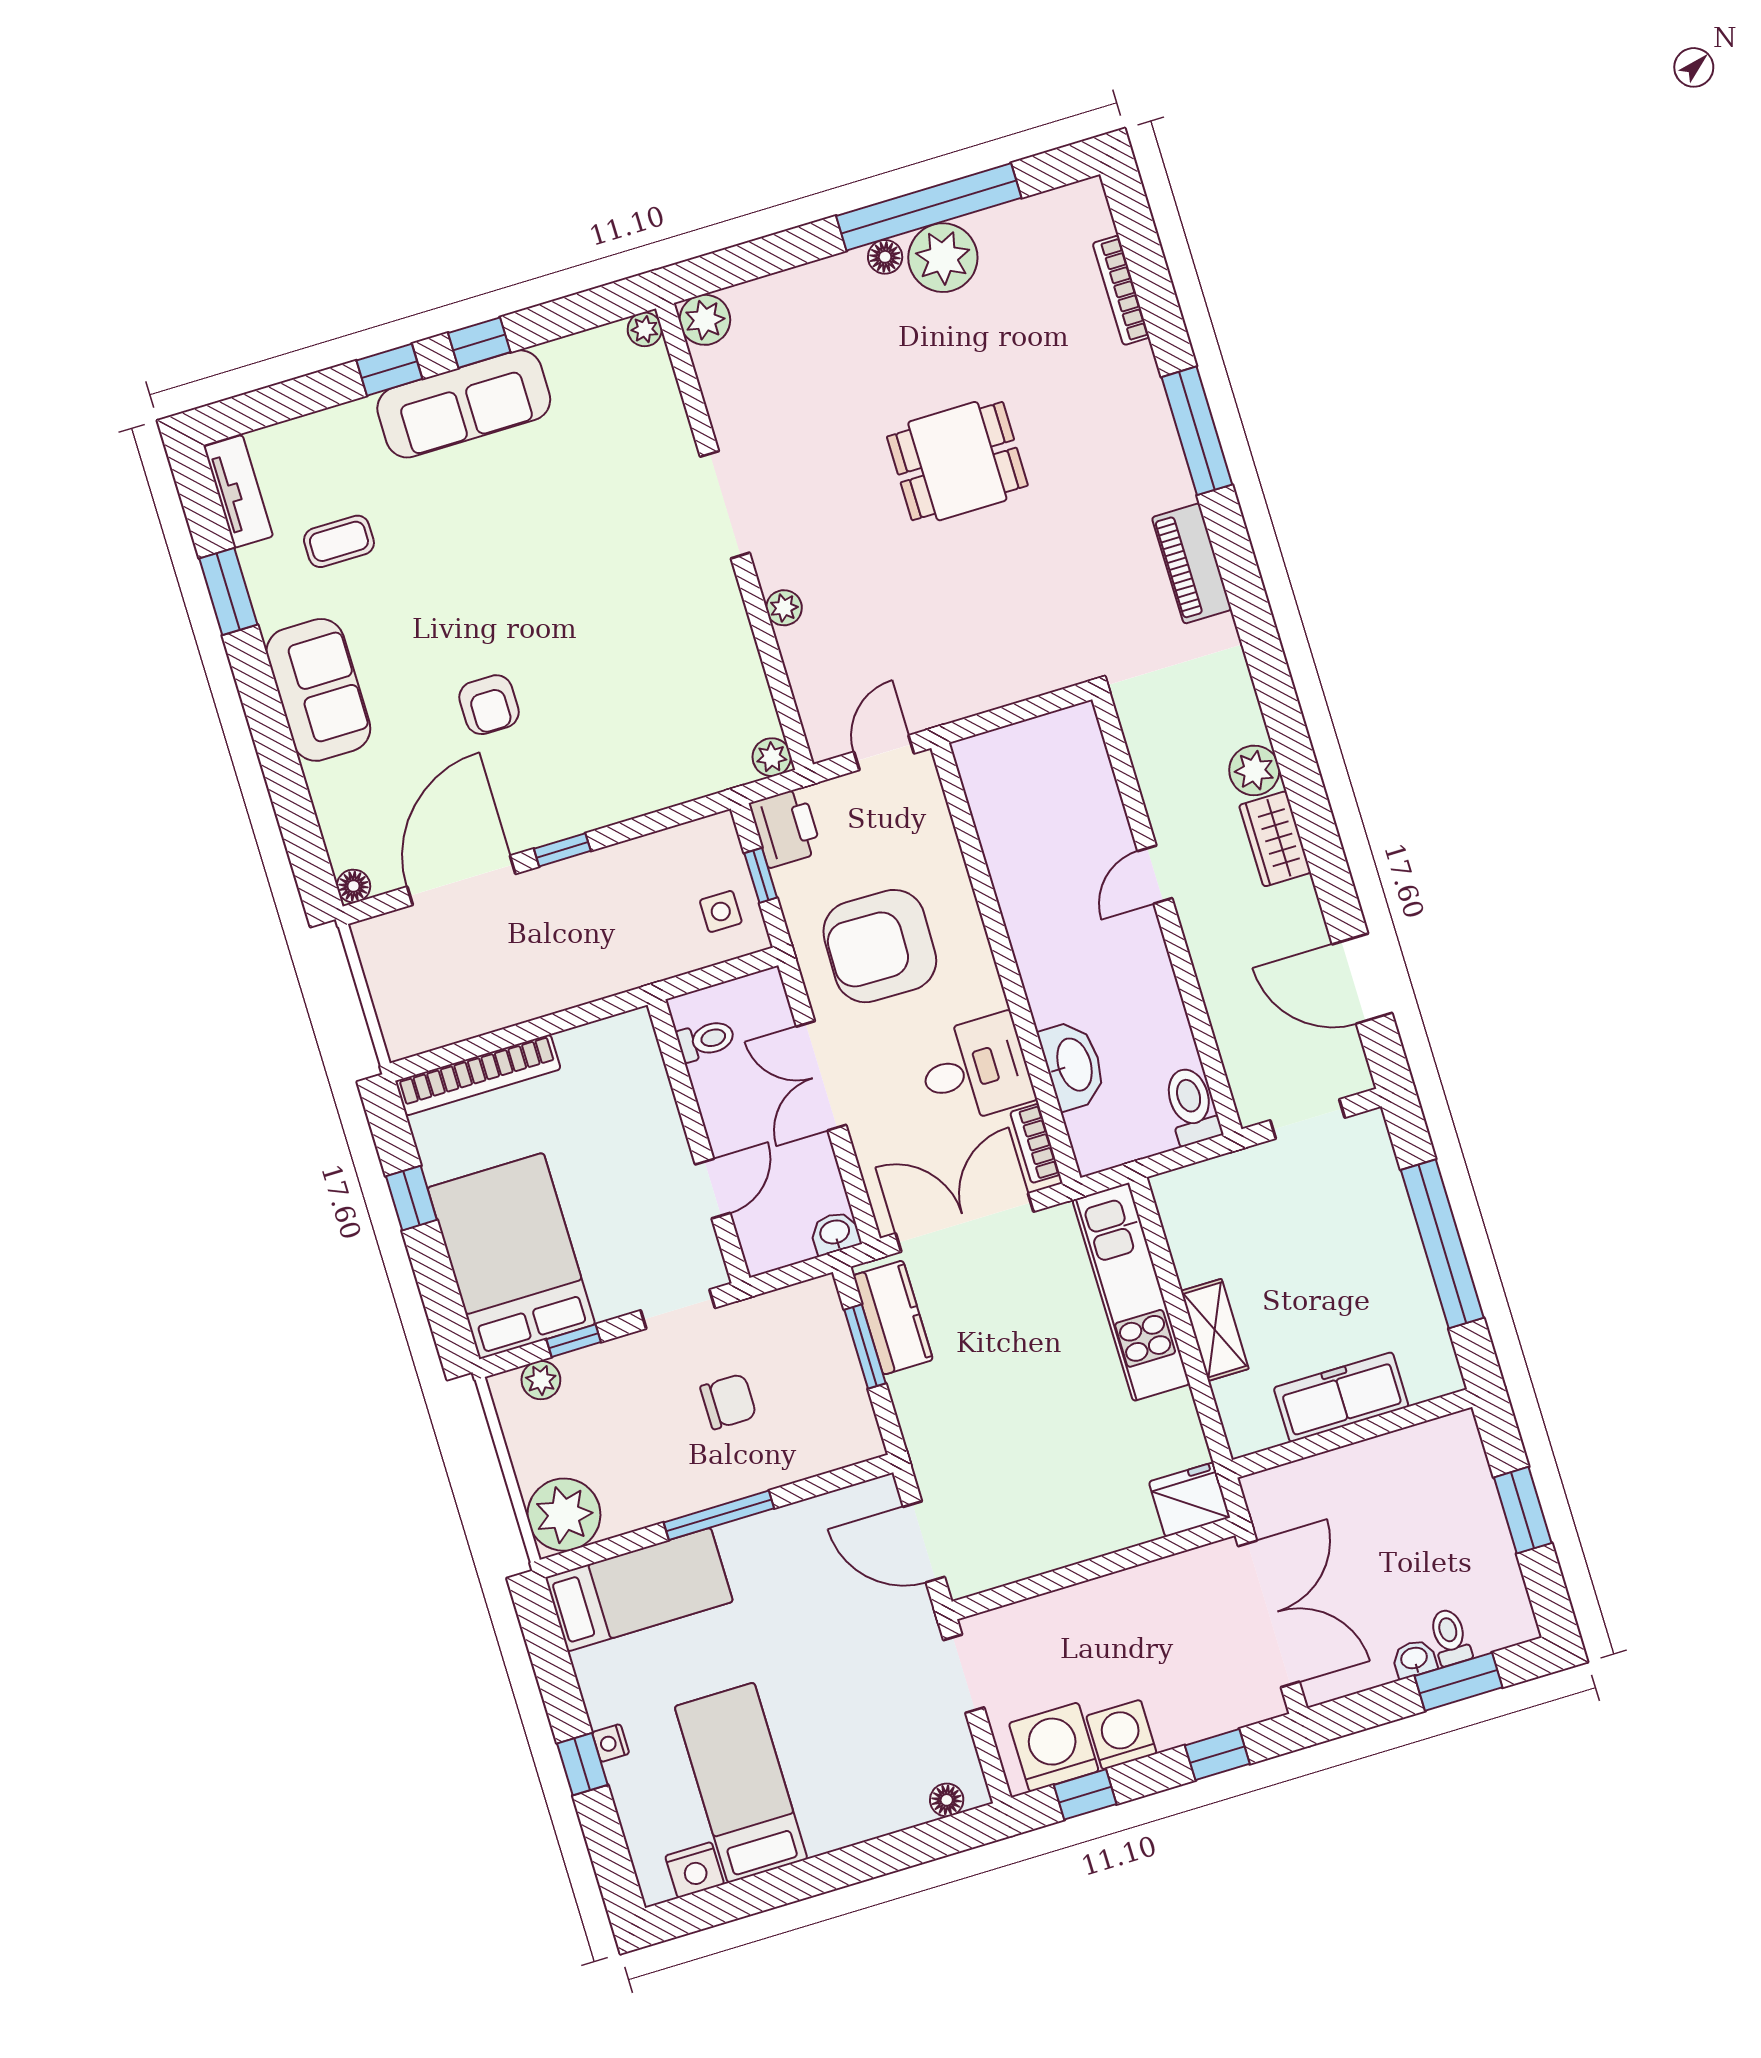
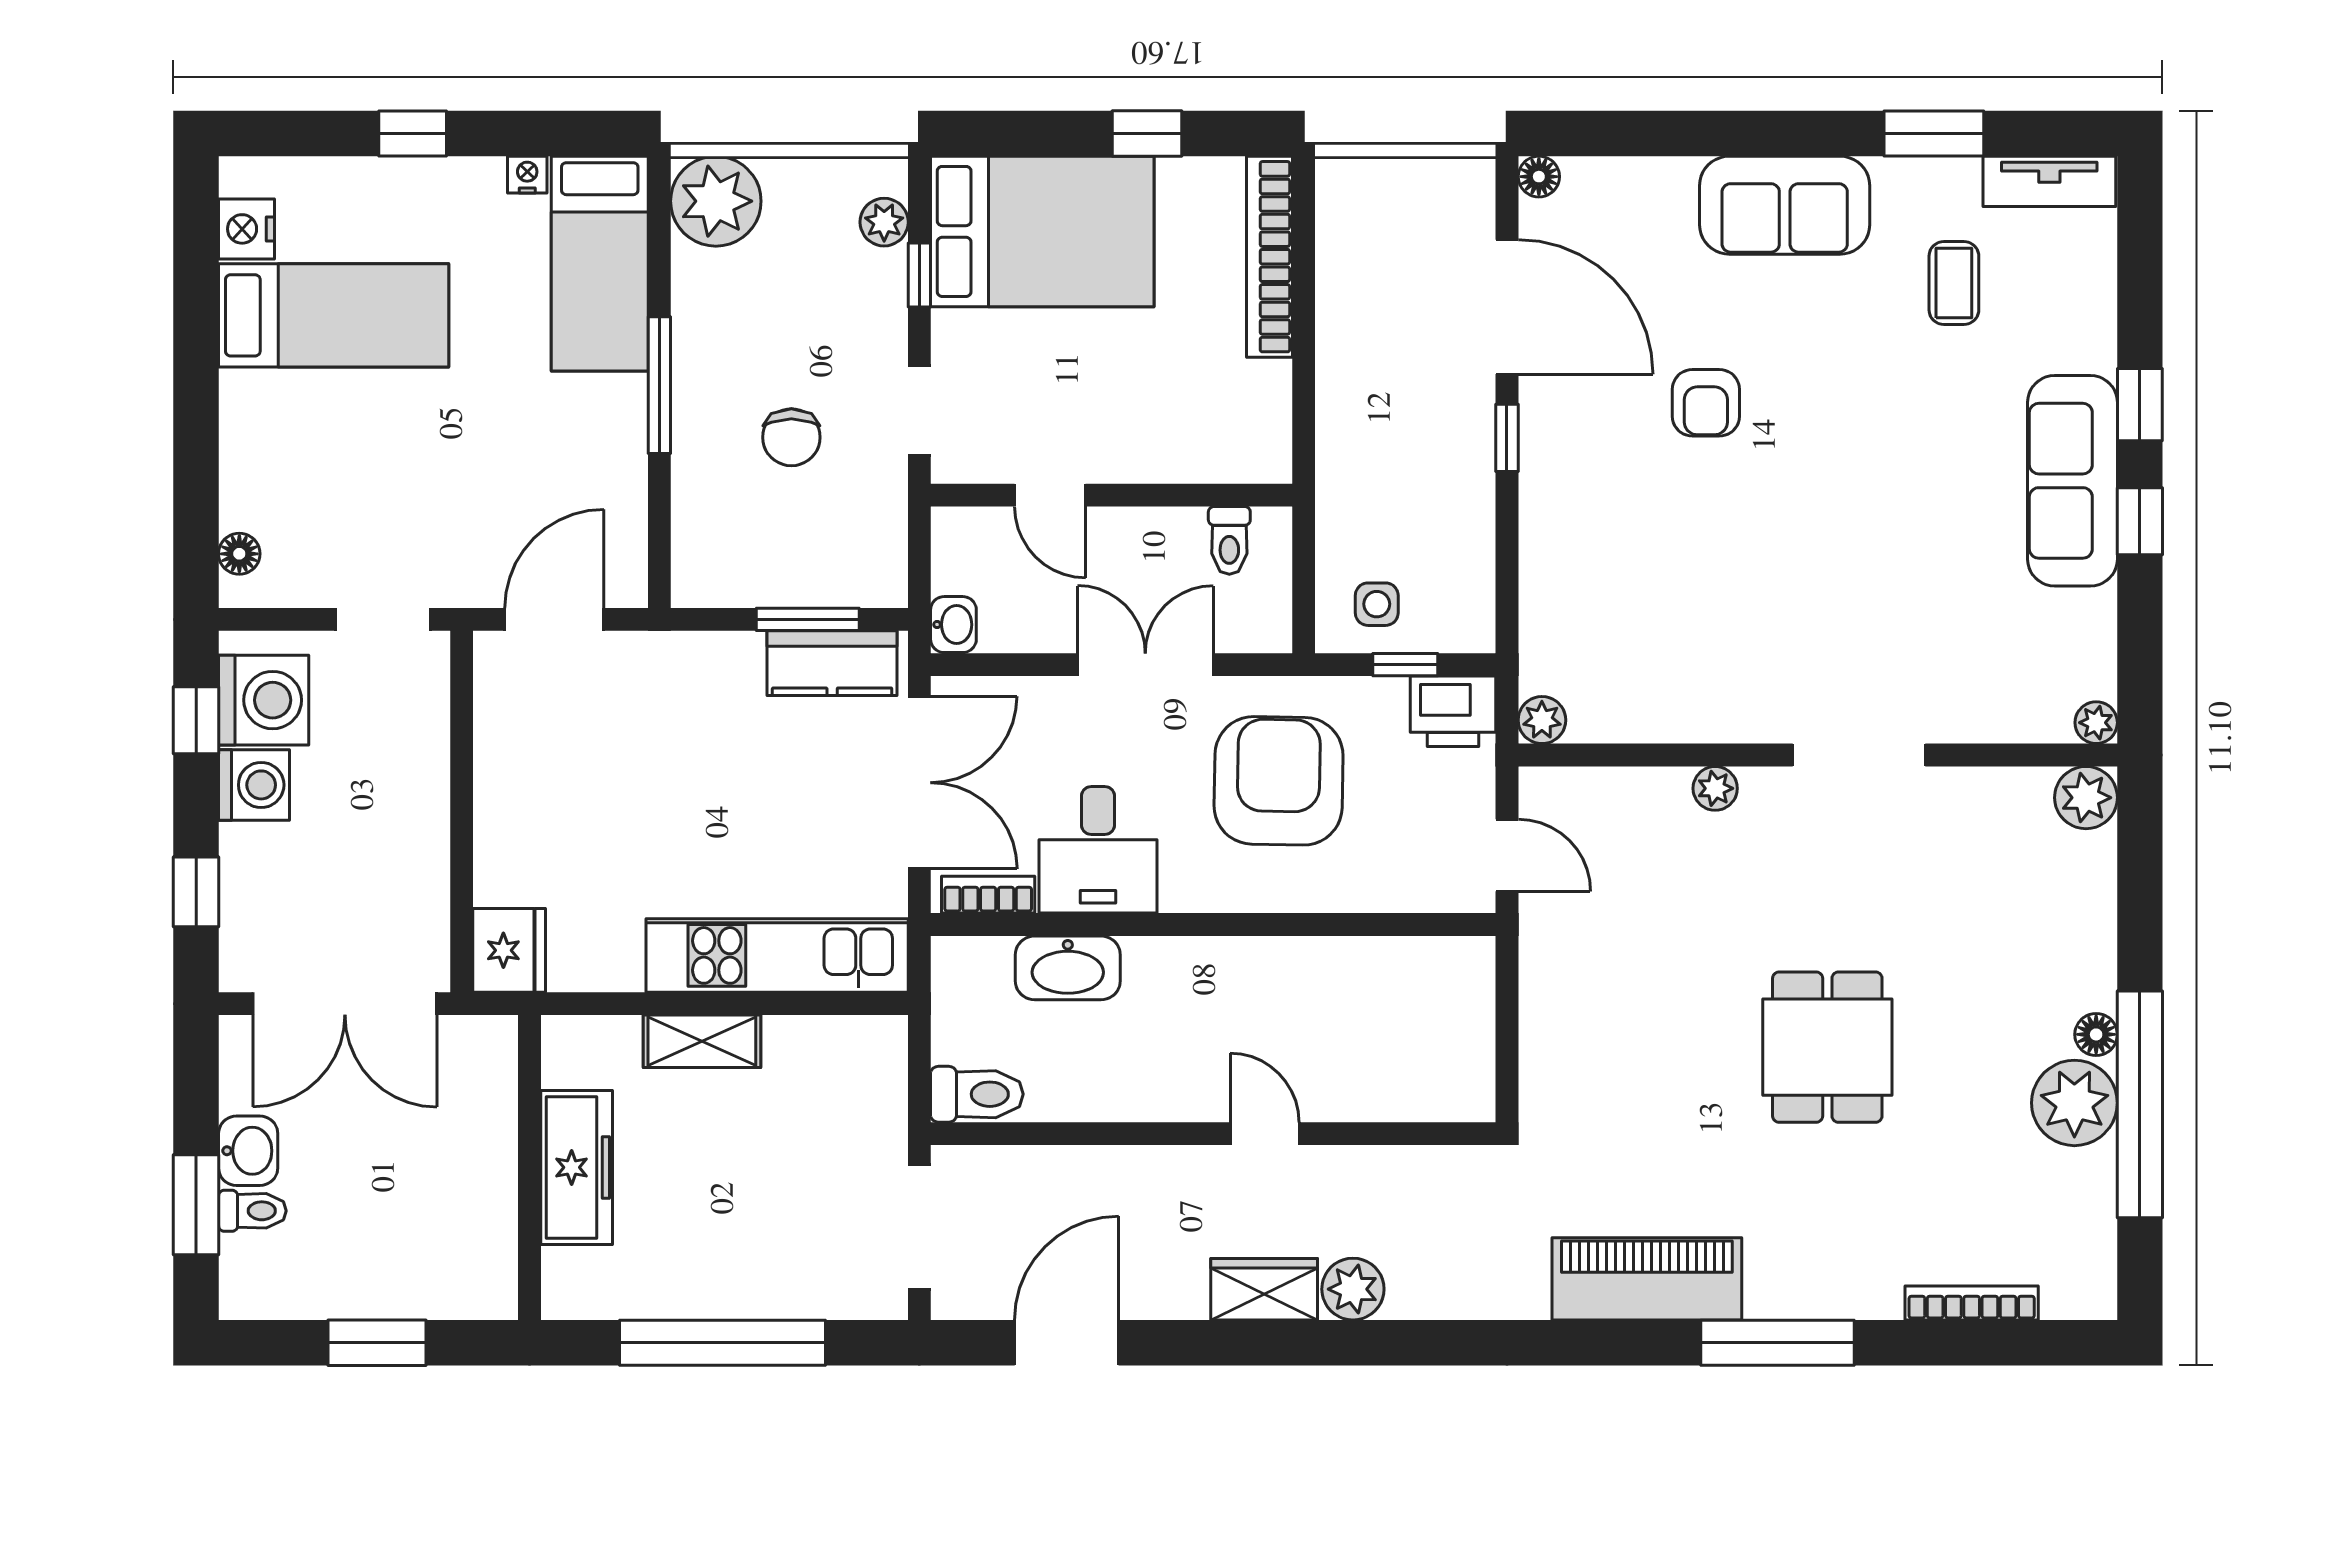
piano: (1192, 563) -> (1647, 1279), width x1.37, depth x1.33
armchair: (489, 705) -> (1706, 403), turned -90
doorway: (1308, 1119) -> (919, 1227), width x1.38
washbasin: (1414, 1659) -> (248, 1151), width x1.38, depth x1.45
nightstand: (611, 1743) -> (527, 175), moved

